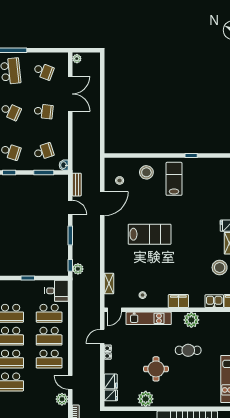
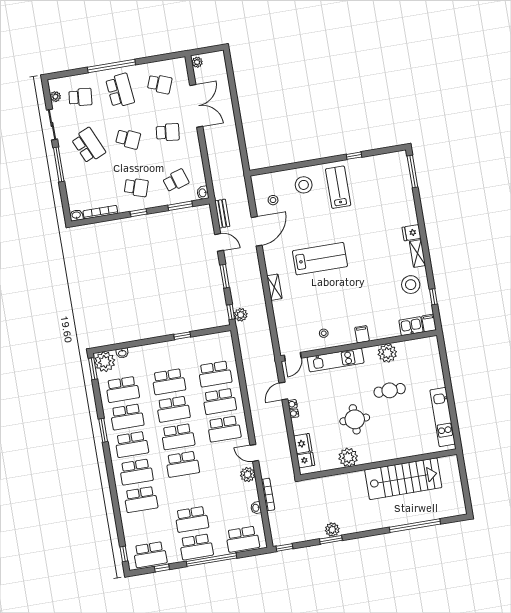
shelving: (109, 284) -> (274, 287), moved
desk: (57, 291) -> (219, 345), removed
filing cabinet: (178, 301) -> (362, 334), width x0.50

